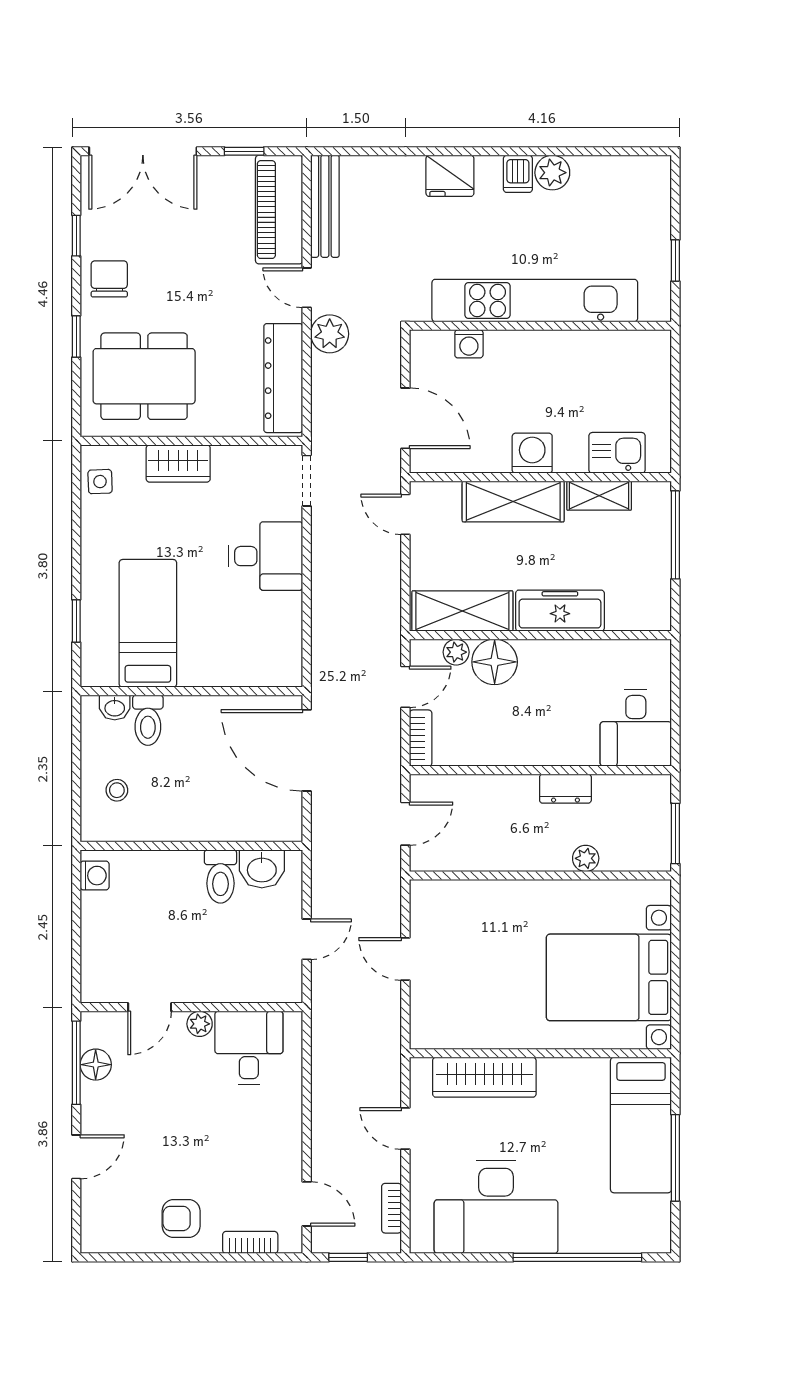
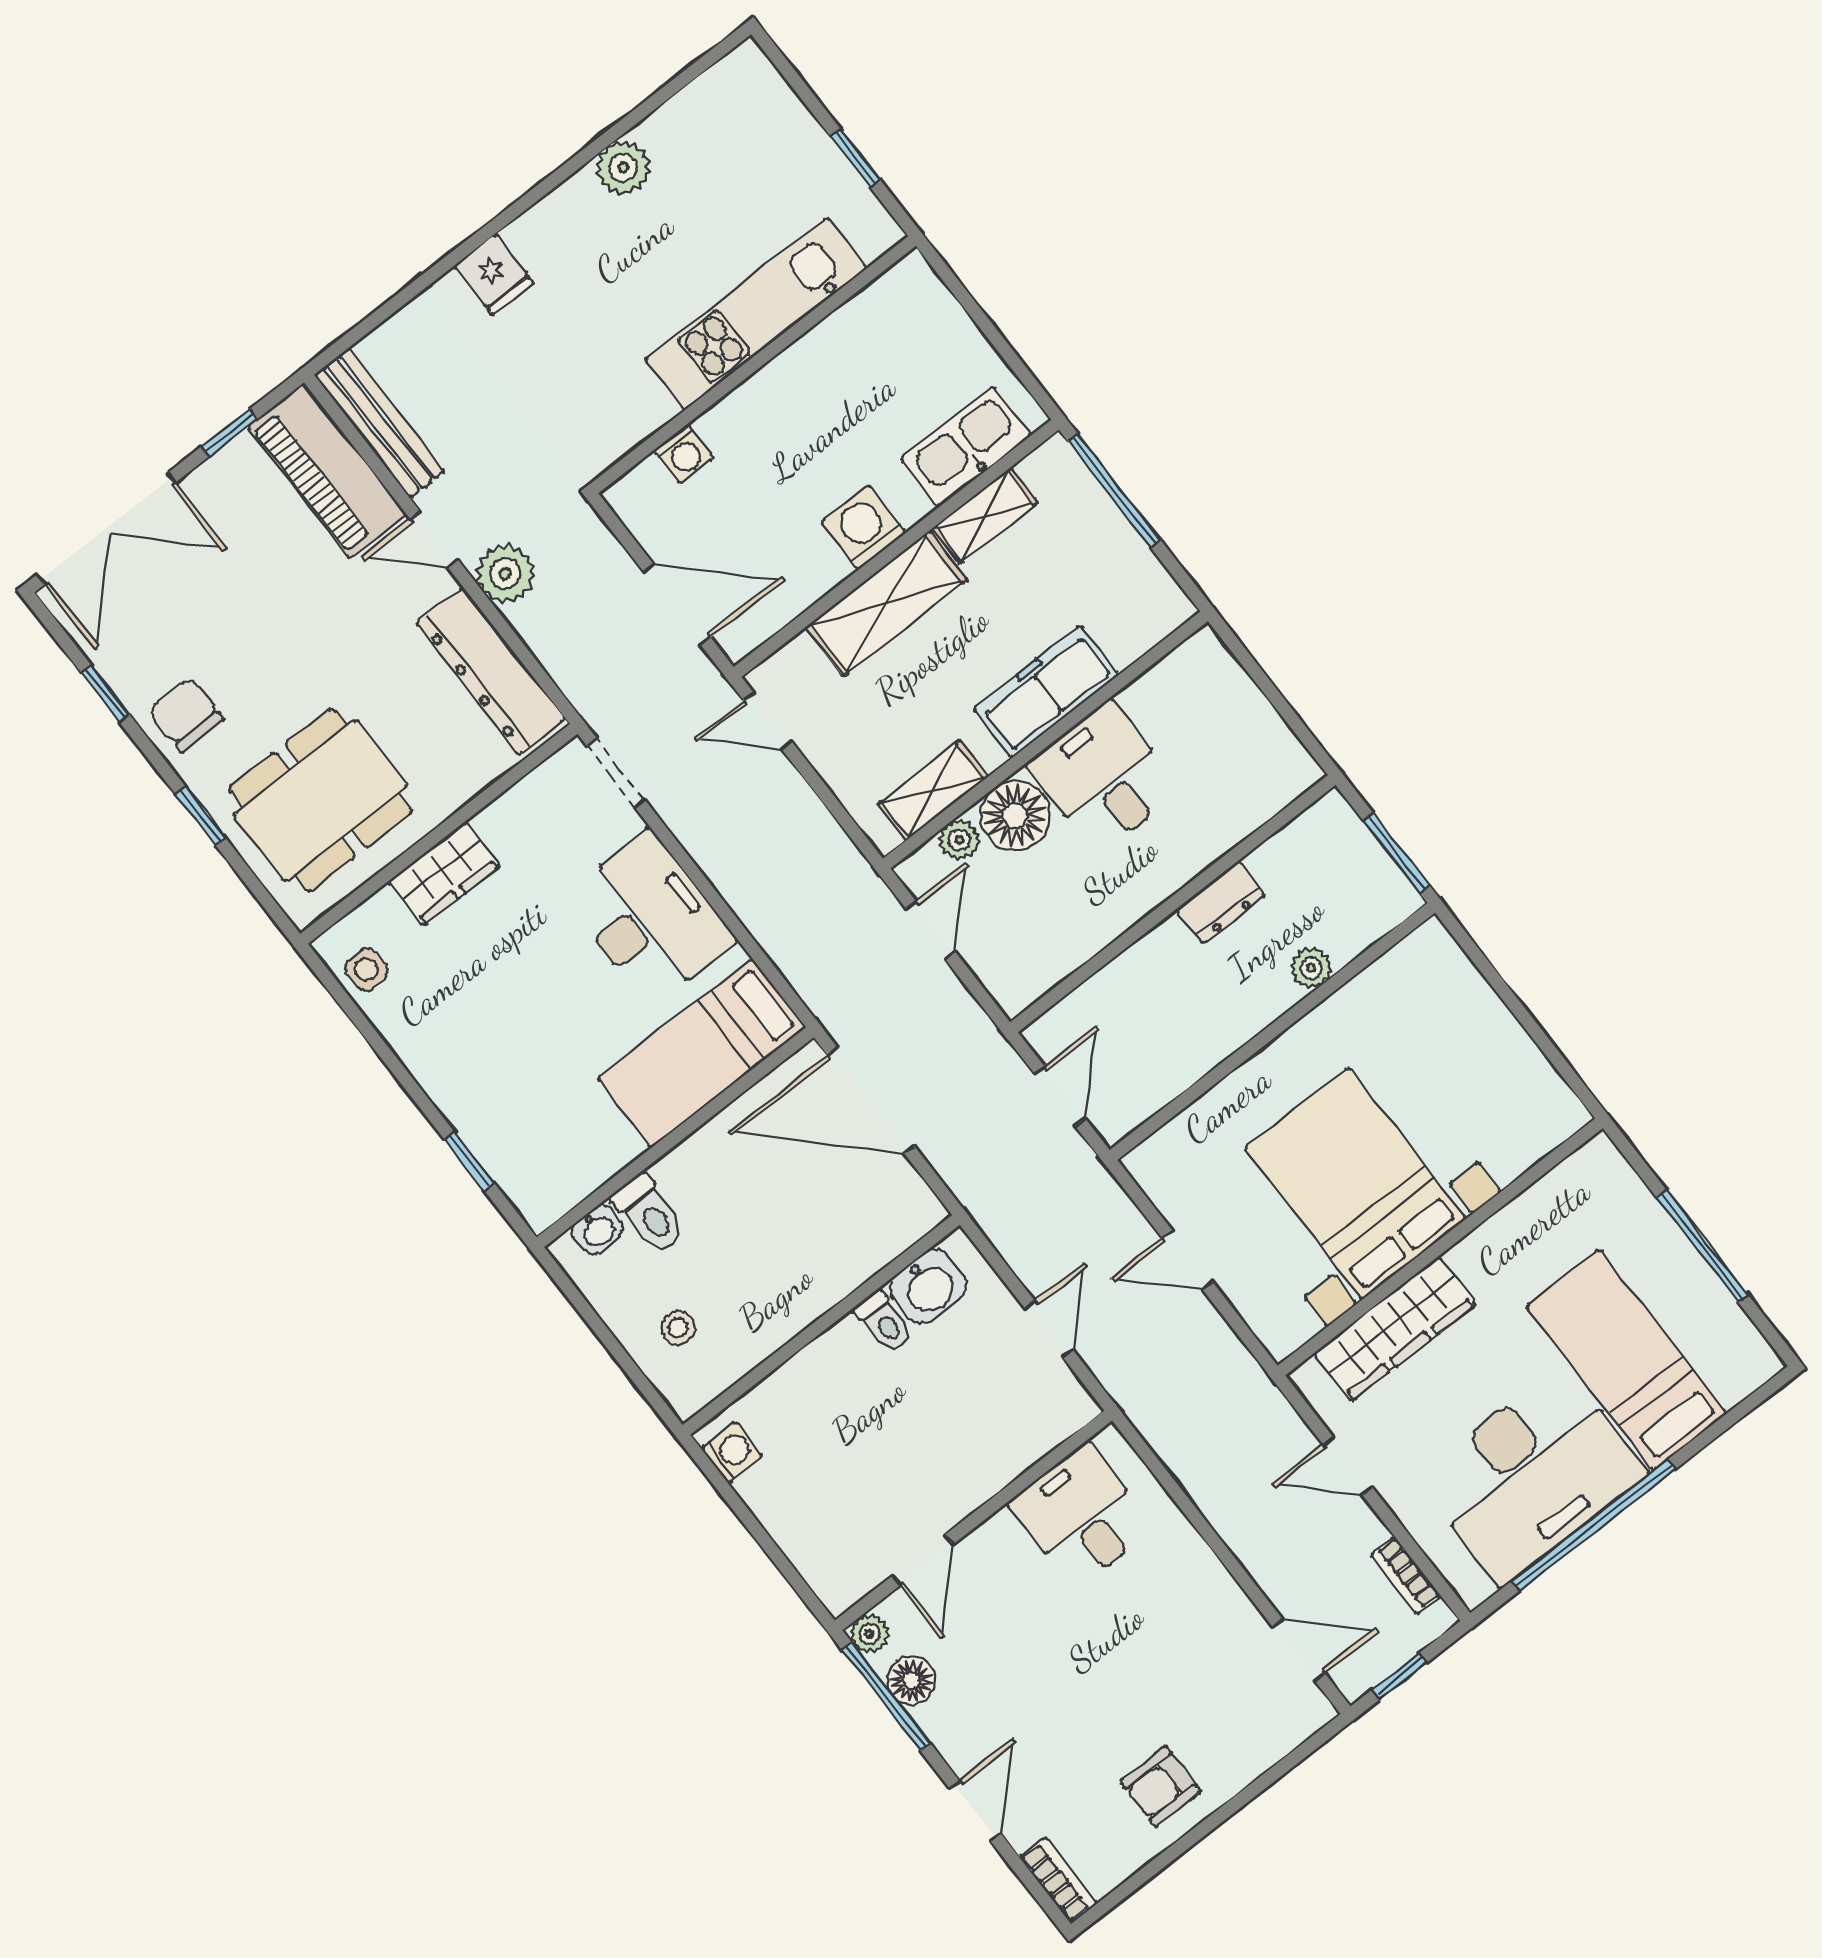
dishwasher: (518, 174) -> (583, 202), removed
fridge: (450, 176) -> (494, 275), width x0.72
kitchen unit: (535, 301) -> (756, 314), width x0.73
kitchen sink: (617, 453) -> (966, 447), width x1.38
desk: (266, 556) -> (650, 919), width x1.37
shelving: (462, 611) -> (933, 790), width x0.67, depth x0.75
bed: (148, 623) -> (702, 1053), moved, turned -90
desk: (636, 728) -> (1104, 777), moved, turned 180
bookcase: (421, 738) -> (997, 978), removed
toilet: (220, 876) -> (884, 1321), width x0.73, depth x0.72
bed with nightstands: (609, 977) -> (1355, 1183), moved, turned 90
plant: (200, 1024) -> (870, 1634), moved
bed: (641, 1125) -> (1626, 1360), moved, turned 180
bookcase: (250, 1242) -> (1058, 1880), moved, turned 90
window: (577, 1257) -> (1594, 1525), moved

